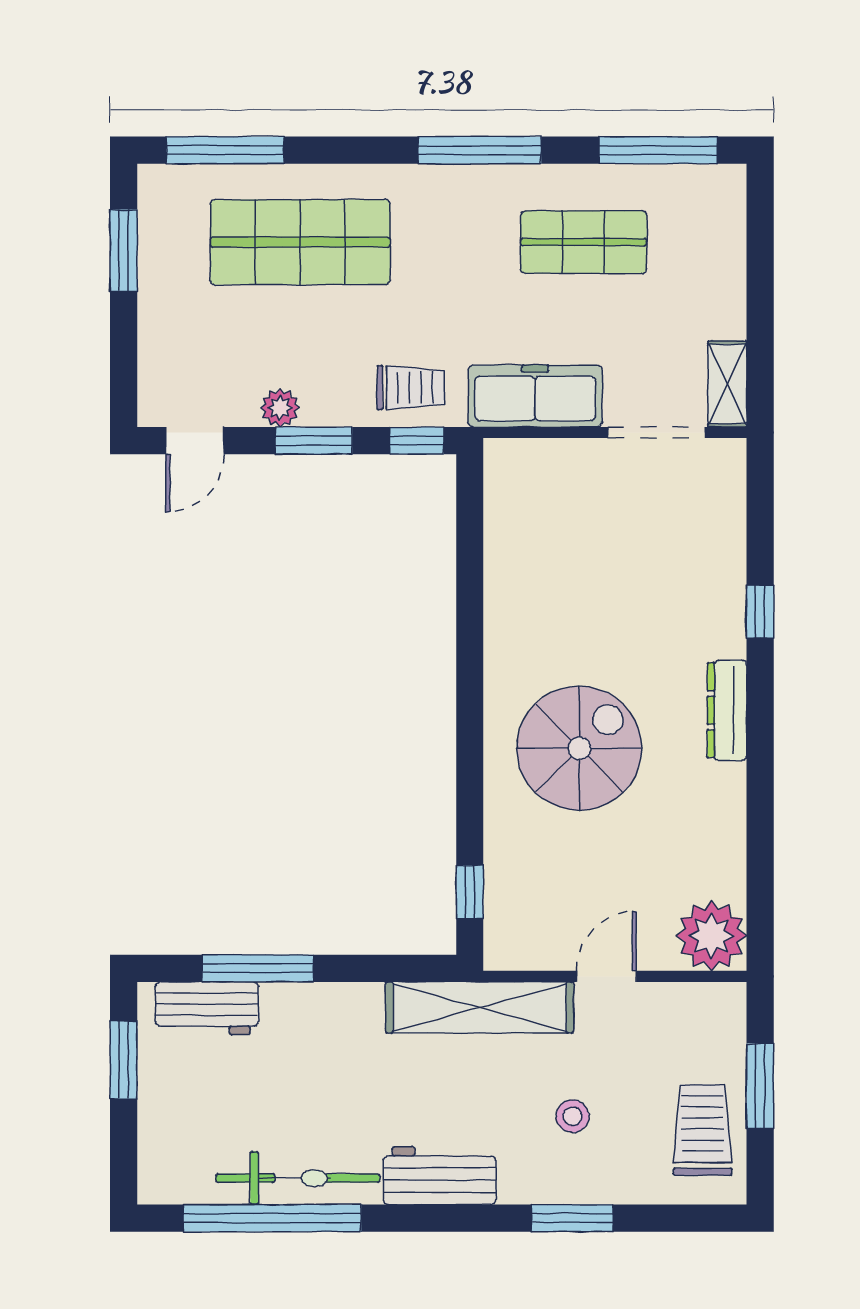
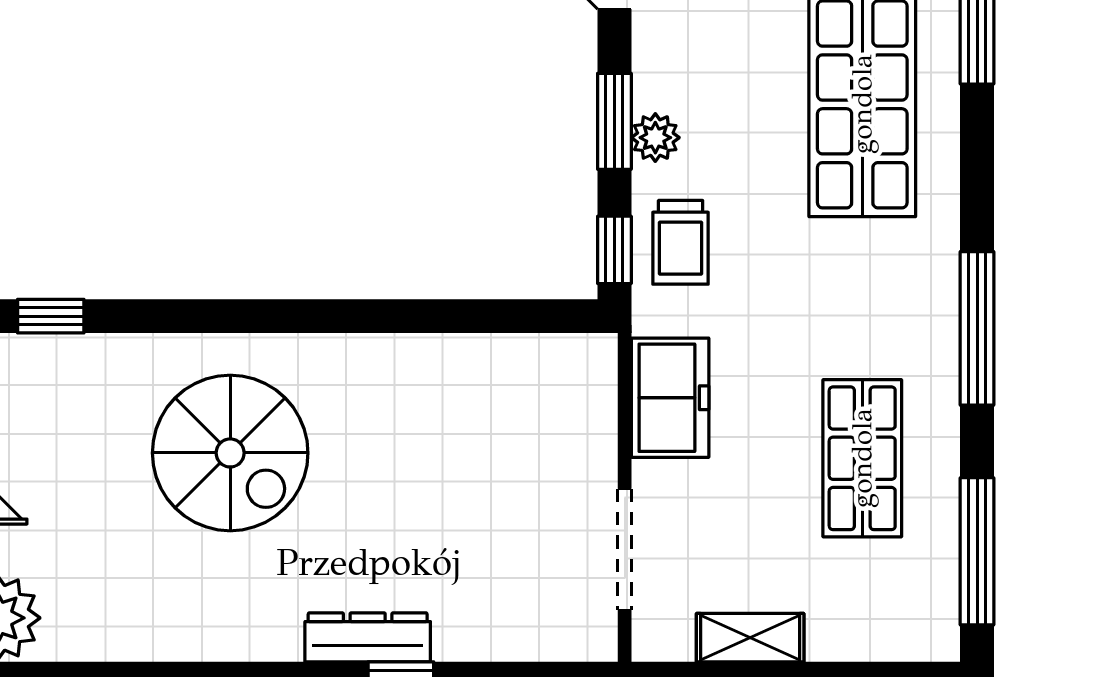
shelving: (727, 384) -> (750, 638), moved
freezer: (535, 396) -> (670, 398), width x0.71
plant: (280, 408) -> (655, 138), moved
dresser: (727, 710) -> (368, 637), moved

